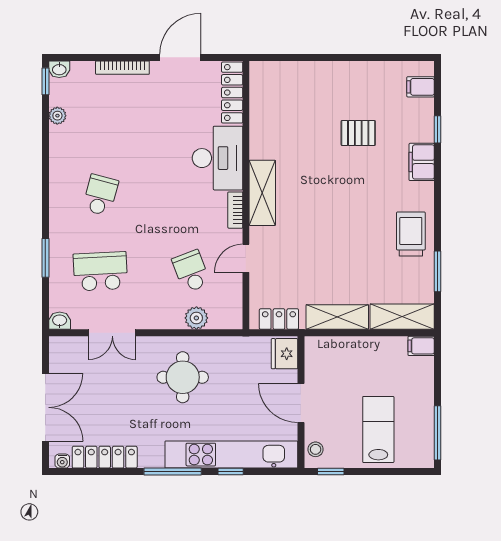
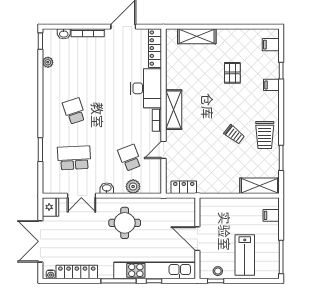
washbasin: (59, 69) -> (64, 34), moved
pallet: (358, 133) -> (232, 73), turned 90
filing cabinet: (422, 162) -> (271, 85), width x0.50
school desk: (100, 195) -> (74, 111), turned -33
trolley: (361, 233) -> (234, 134), added
trolley: (411, 234) -> (265, 135), turned 180
shelving: (337, 317) -> (197, 36), moved
washbasin: (60, 321) -> (107, 188), moved
filing cabinet: (421, 346) -> (271, 215), moved
fridge: (285, 354) -> (51, 207), moved, turned 180
double door: (45, 407) -> (40, 241), swing flipped
lab bench: (378, 429) -> (245, 255), turned 180
stool: (316, 449) -> (218, 271), moved

